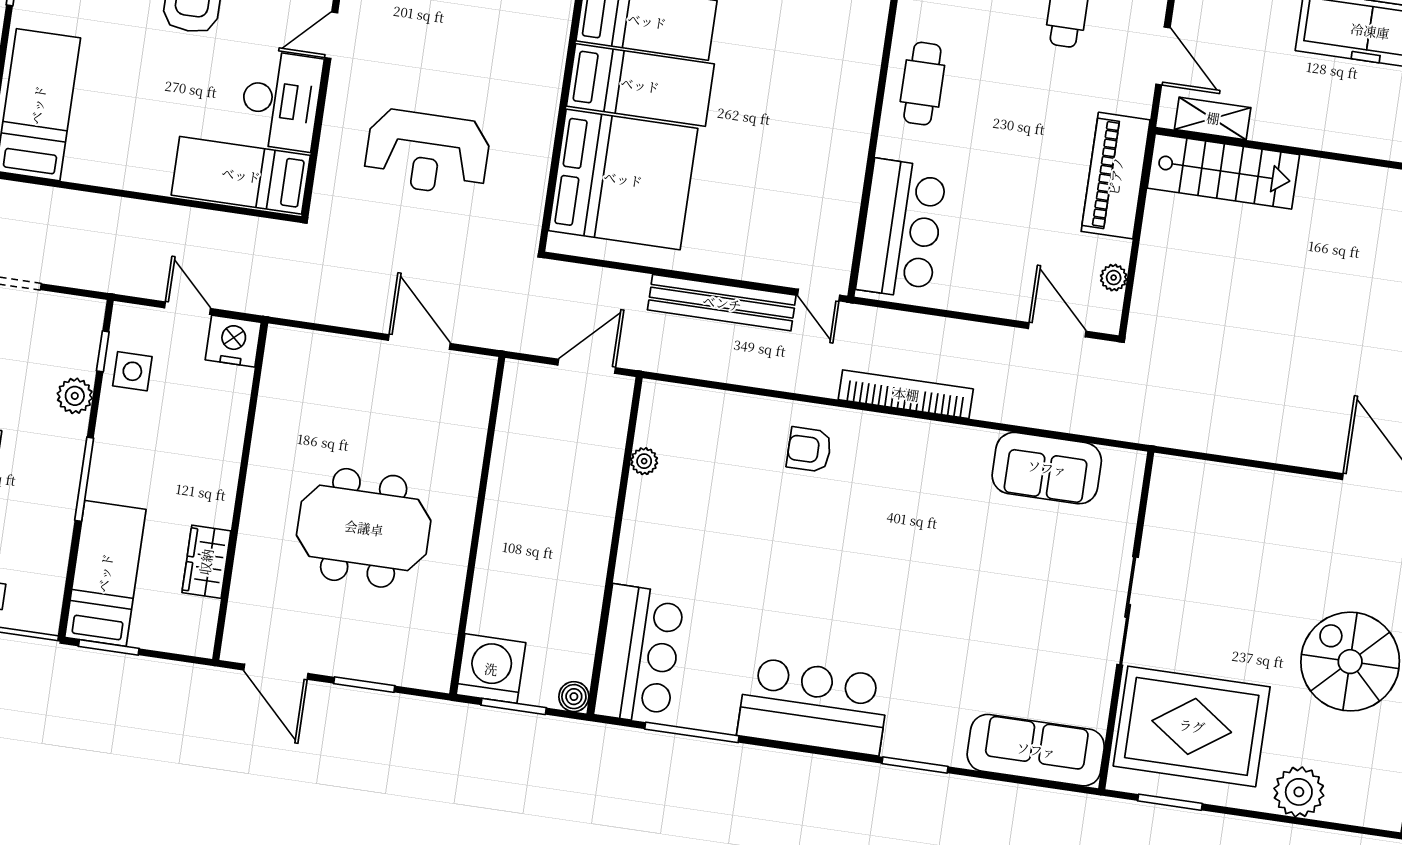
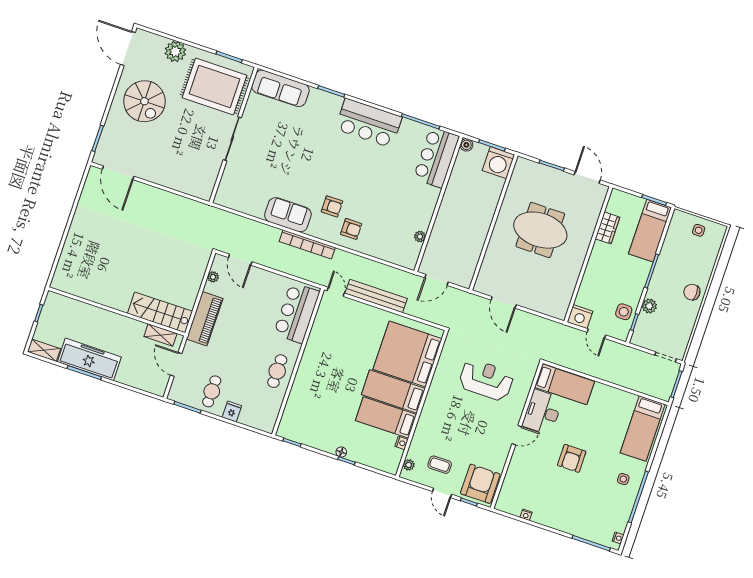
sofa: (1047, 468) -> (288, 215), moved
armchair: (864, 494) -> (332, 206), added

